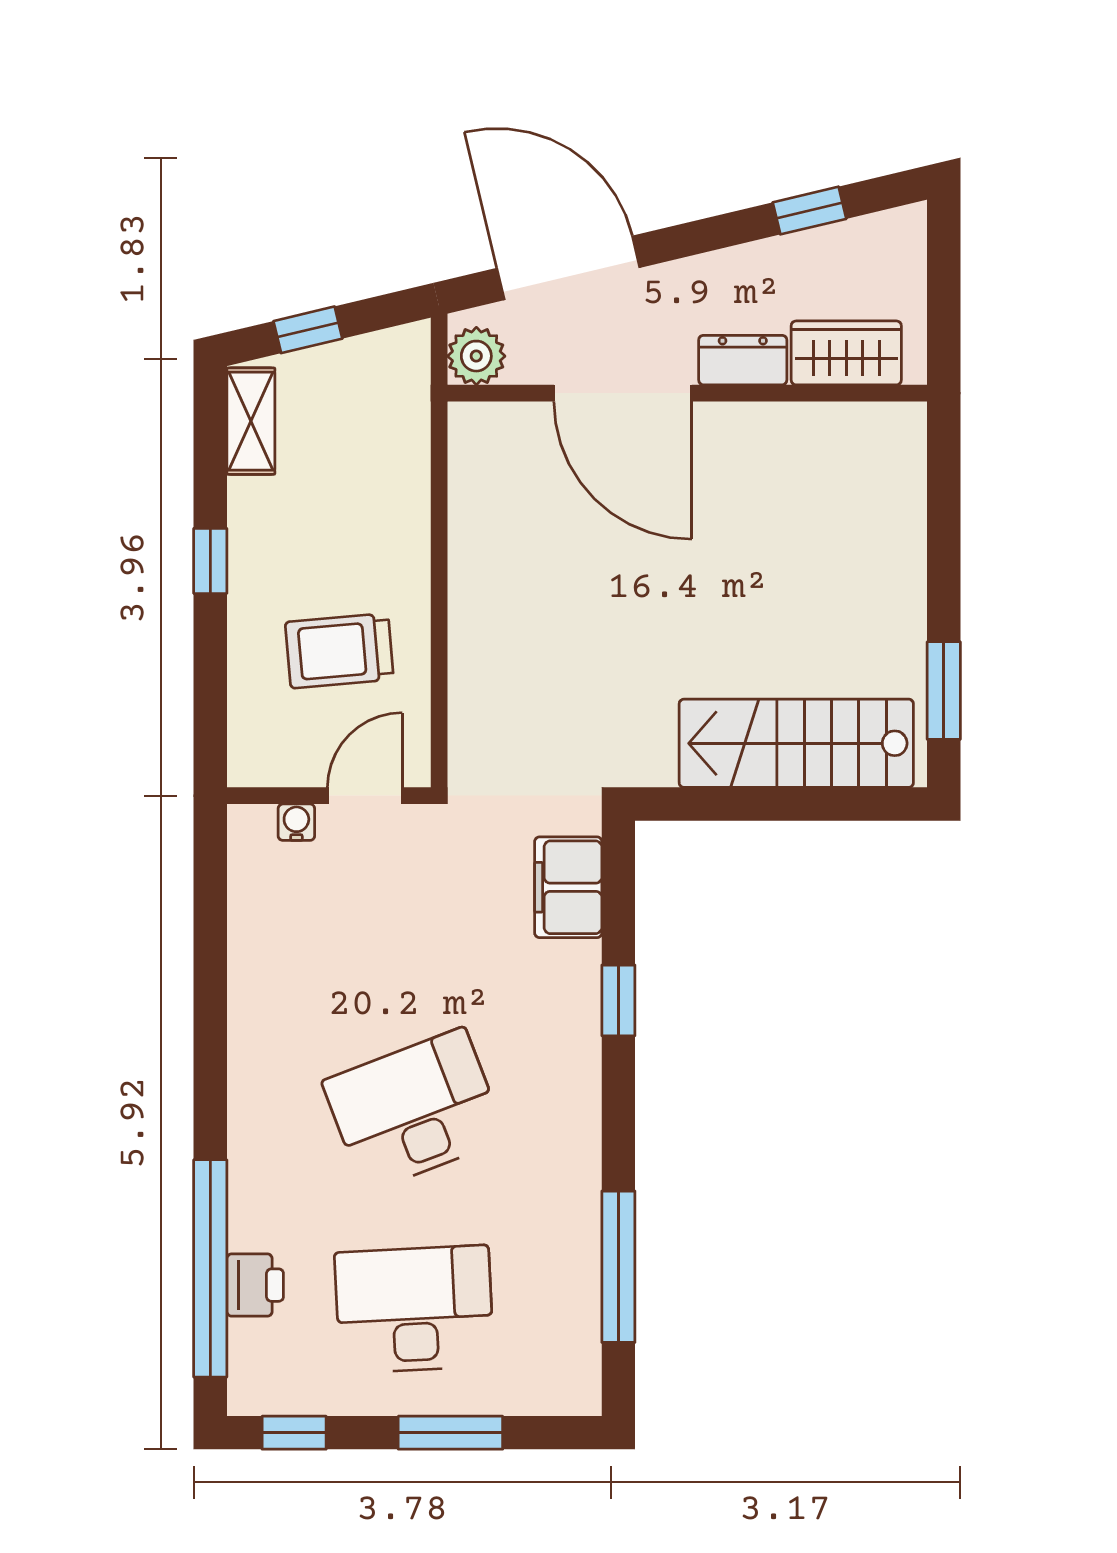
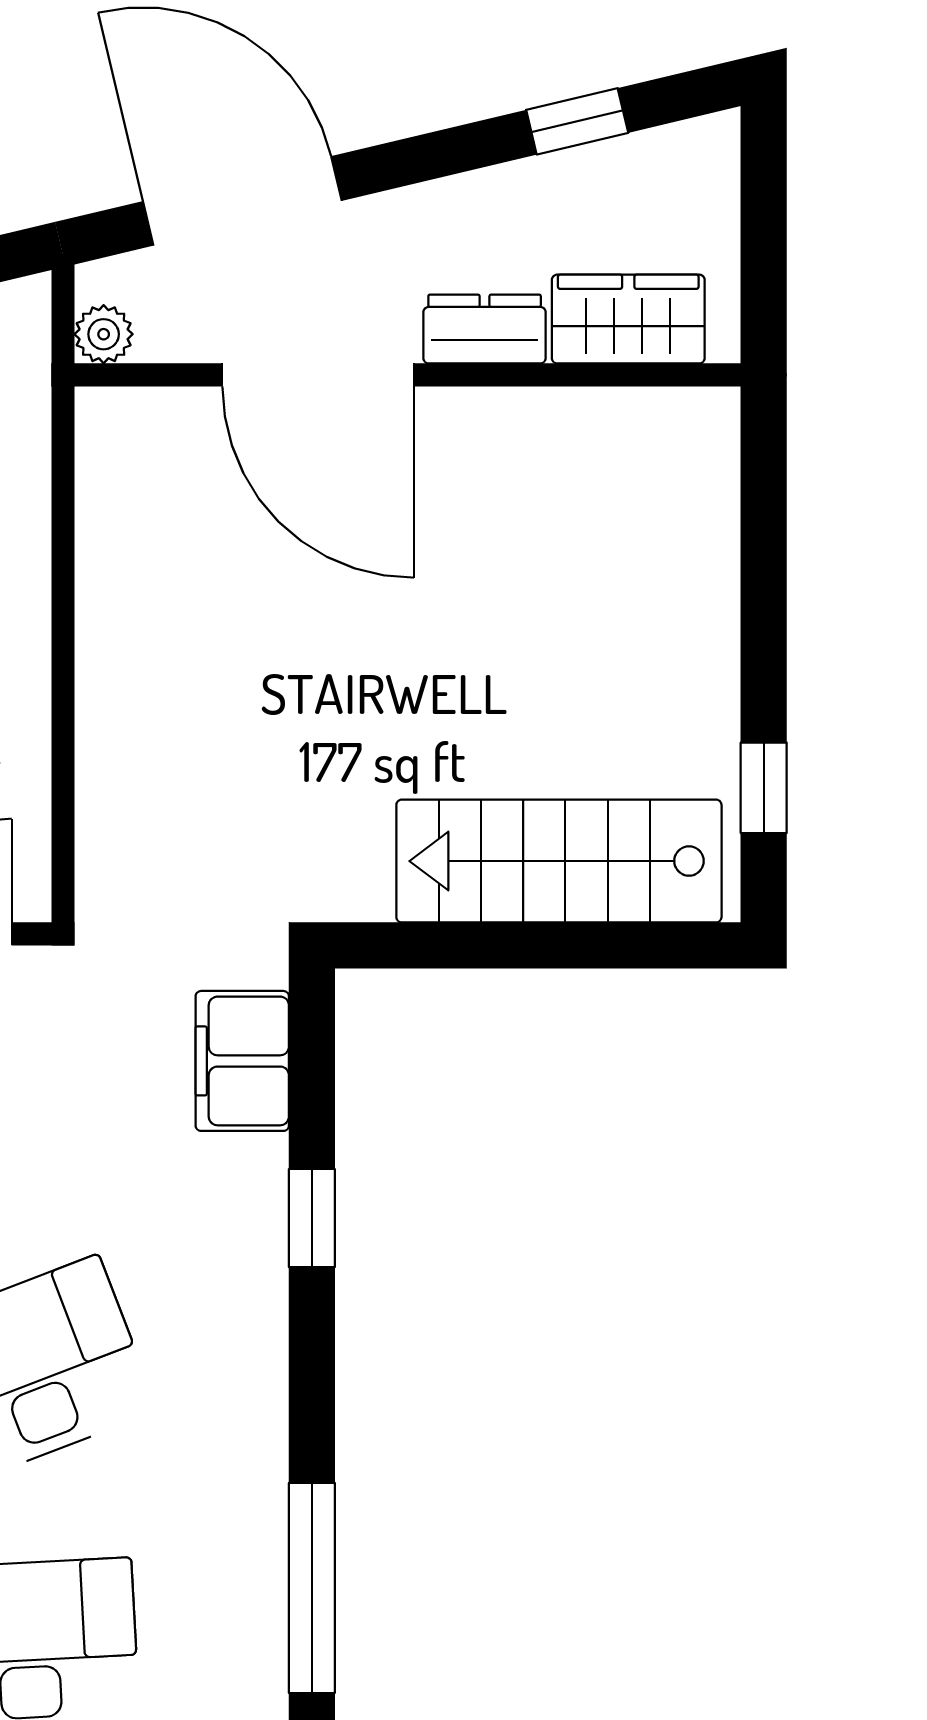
plant: (476, 356) -> (104, 334), width x0.73, depth x0.73
window: (944, 691) -> (764, 788), width x0.67

